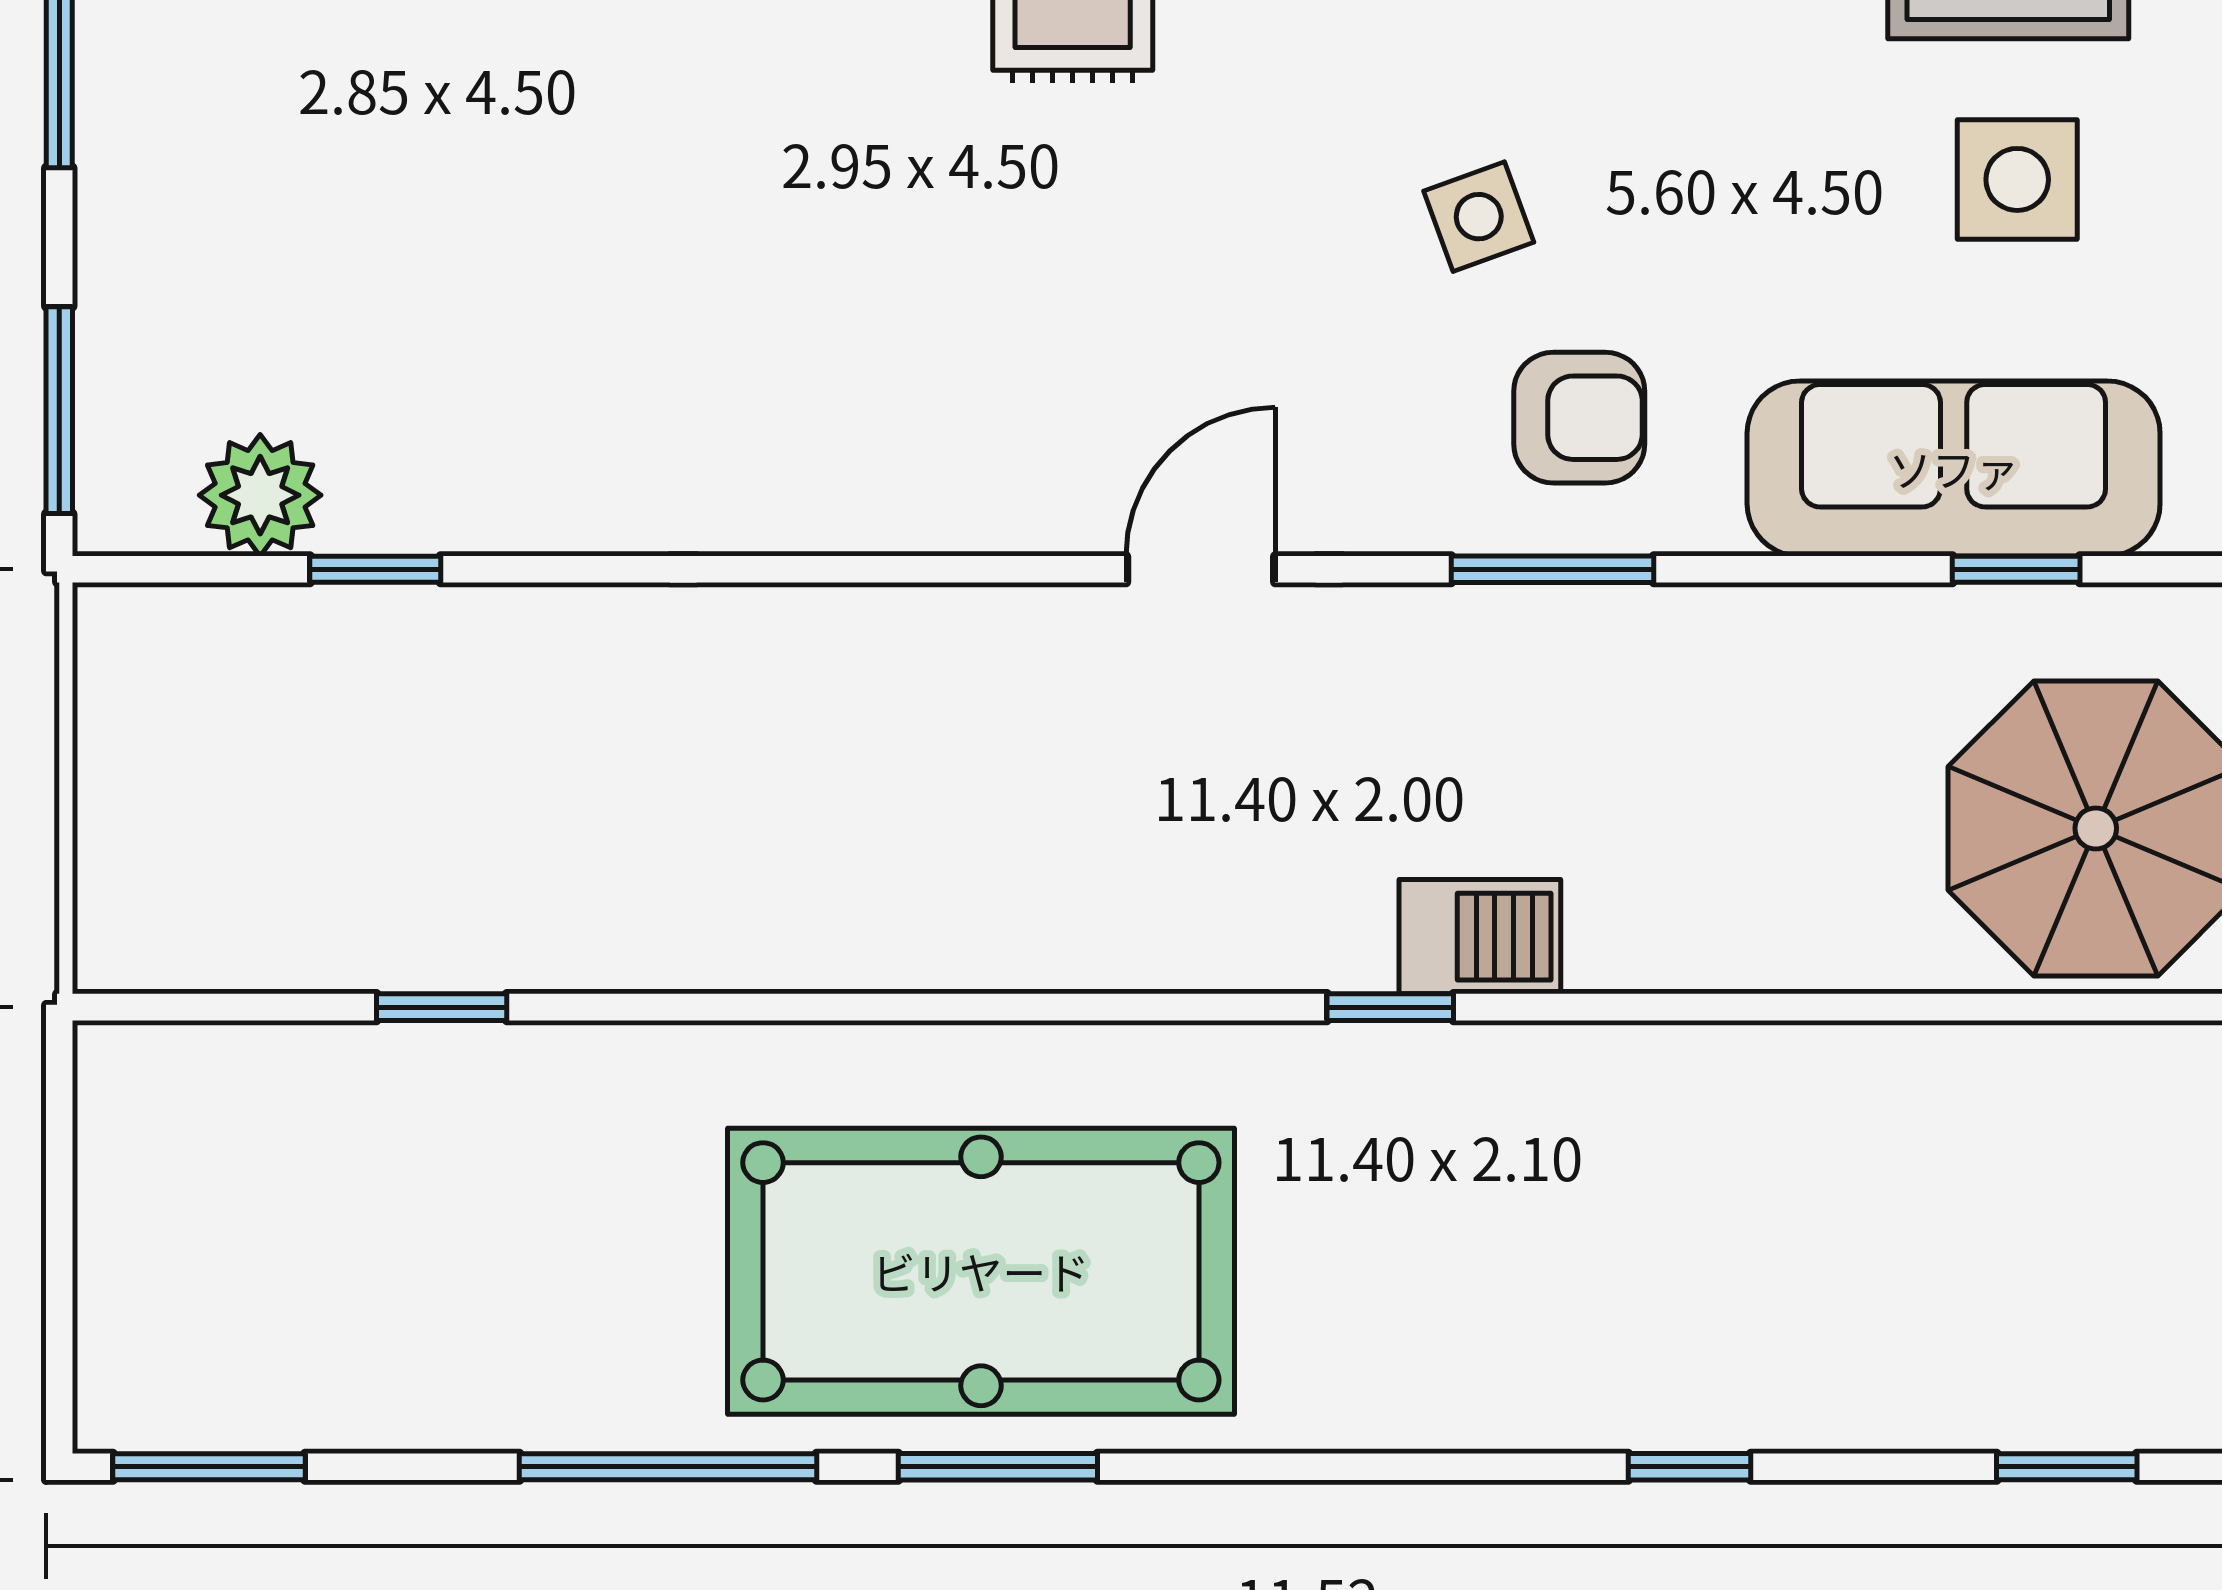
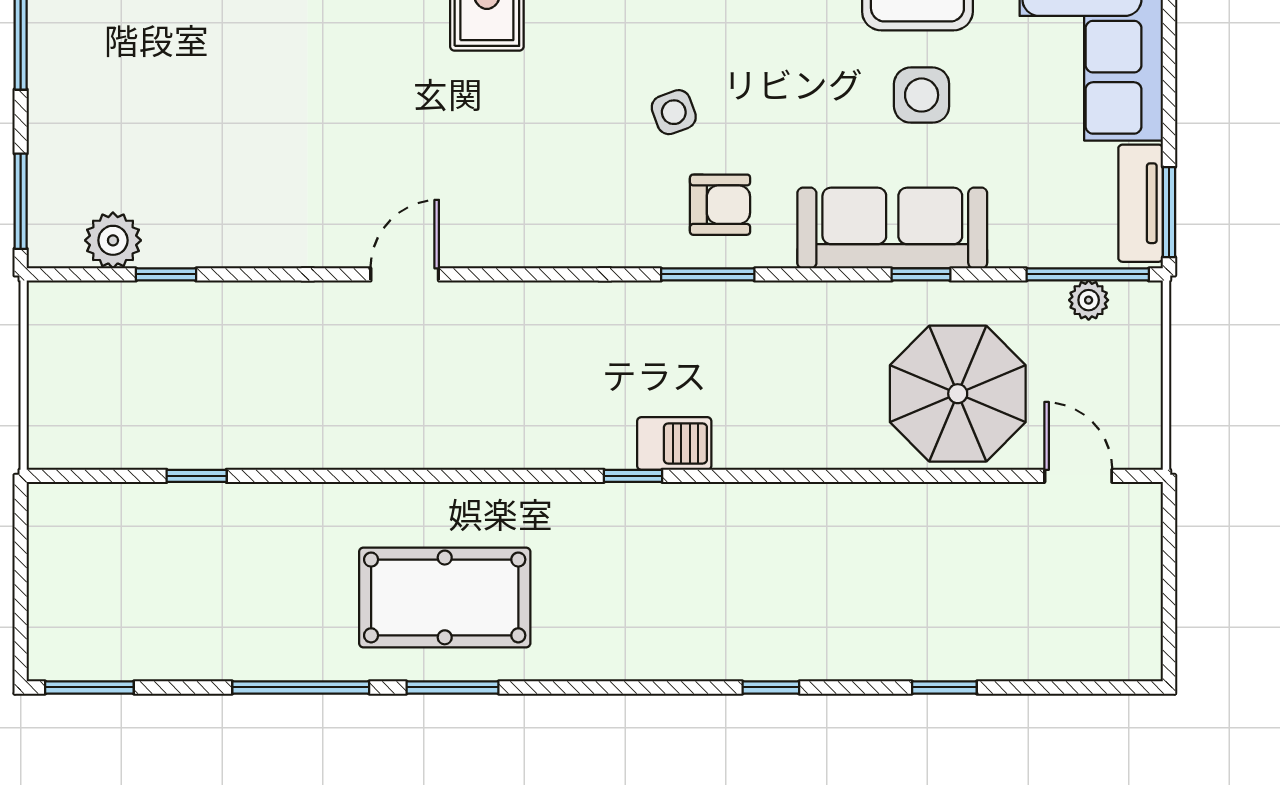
door: (1201, 569) -> (405, 274), moved
pool table: (981, 1271) -> (445, 597), width x0.73, depth x0.76

